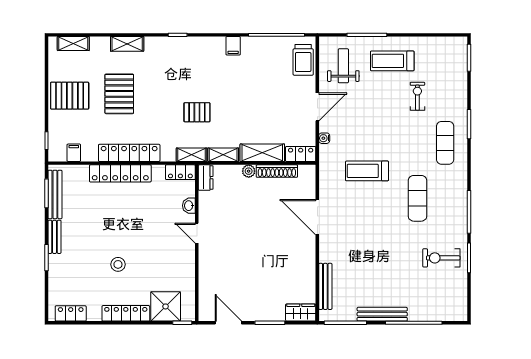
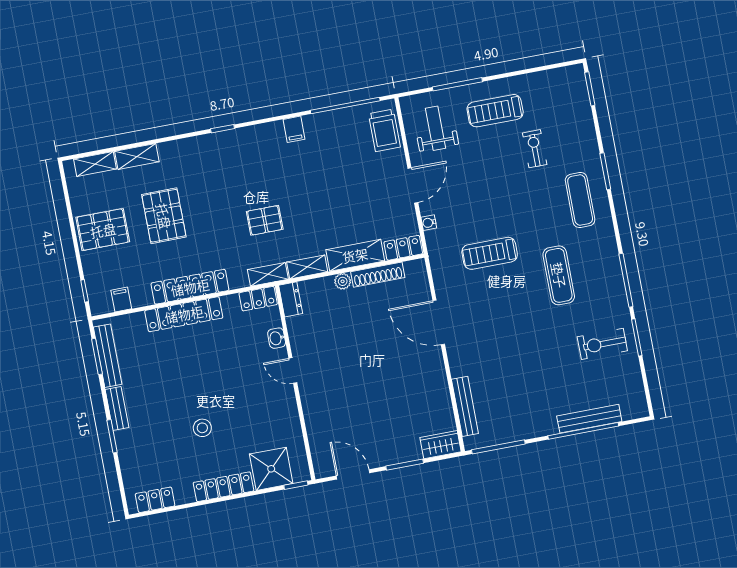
shelving: (127, 44) -> (137, 156), moved
bench: (382, 314) -> (589, 419), moved

